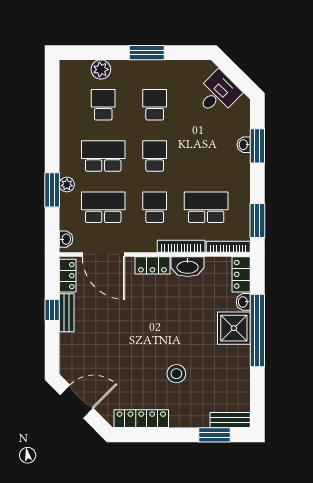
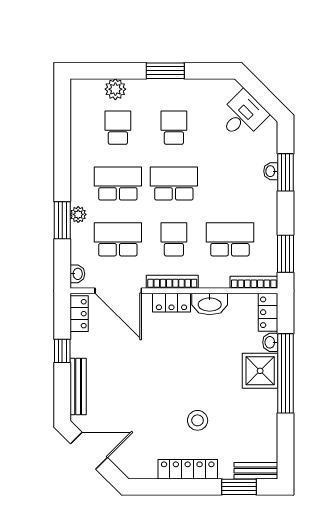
school desk: (155, 156) -> (174, 183), width x1.85
bookcase: (181, 246) -> (172, 282), moved
bench: (67, 313) -> (78, 386), moved, width x1.36
locker: (141, 419) -> (188, 469), moved

